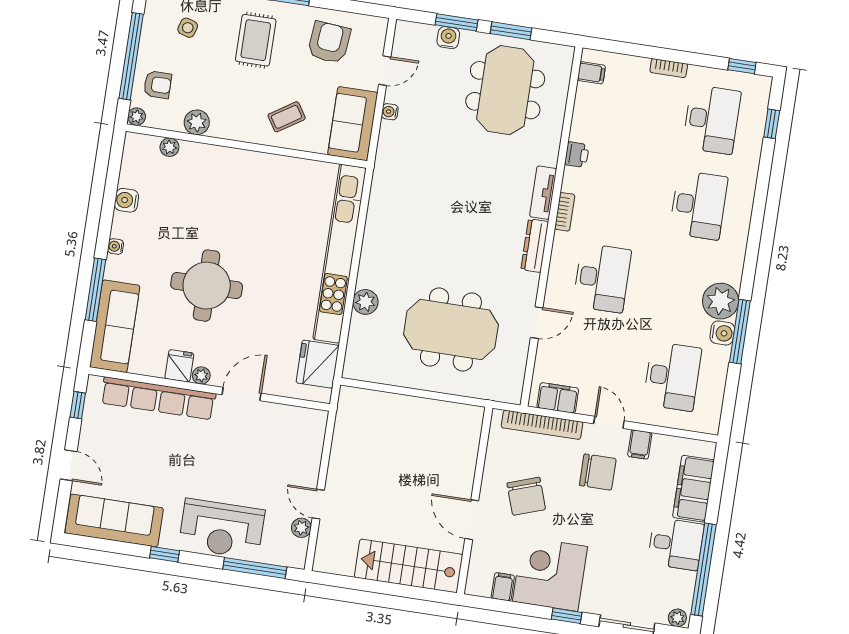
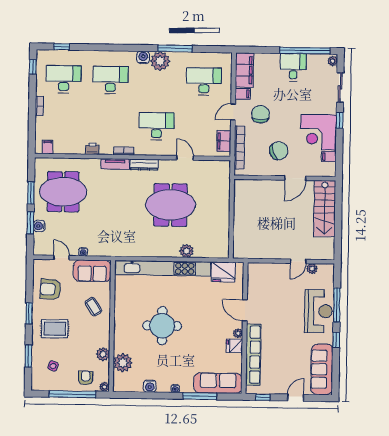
plant: (169, 147) -> (123, 363), width x1.88, depth x1.88
round table: (207, 286) -> (162, 326), moved
meeting table: (451, 330) -> (170, 205), moved, turned 90
water cooler: (722, 333) -> (143, 57), moved
filing cabinet: (693, 489) -> (245, 70), moved, turned -90
window: (255, 568) -> (337, 305), moved

